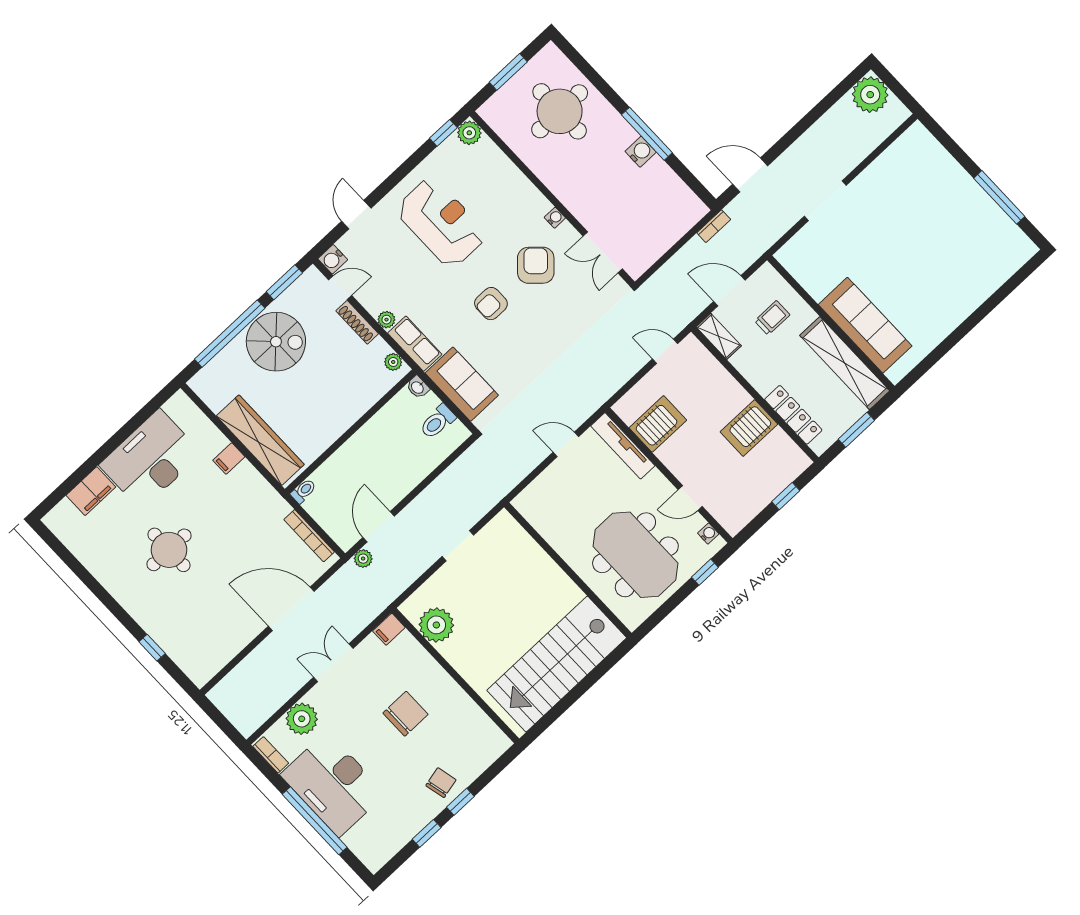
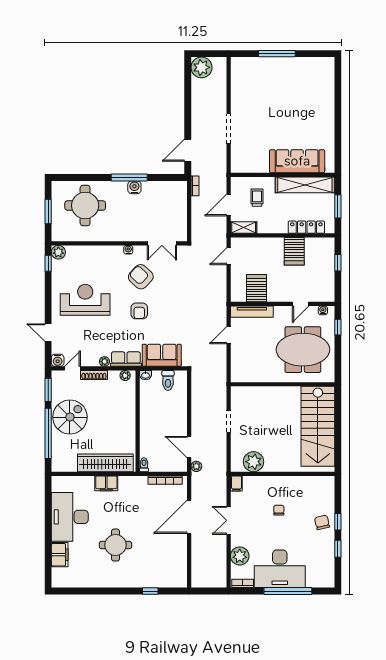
window: (999, 197) -> (277, 54), moved
filing cabinet: (229, 458) -> (106, 483), width x2.00
chair: (405, 714) -> (279, 510), width x0.54, depth x0.54

